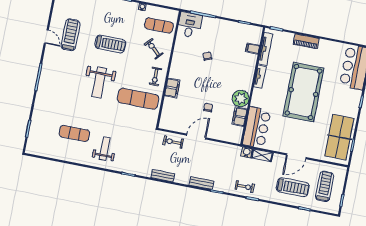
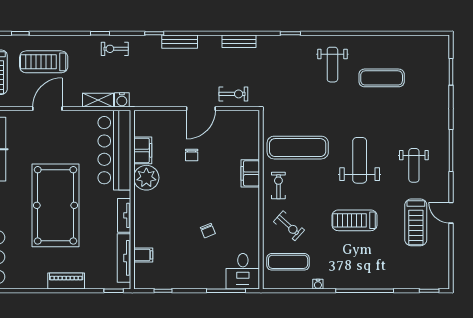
weight bench: (64, 72) -> (414, 165), added
bar counter: (257, 127) -> (114, 150), width x1.36

